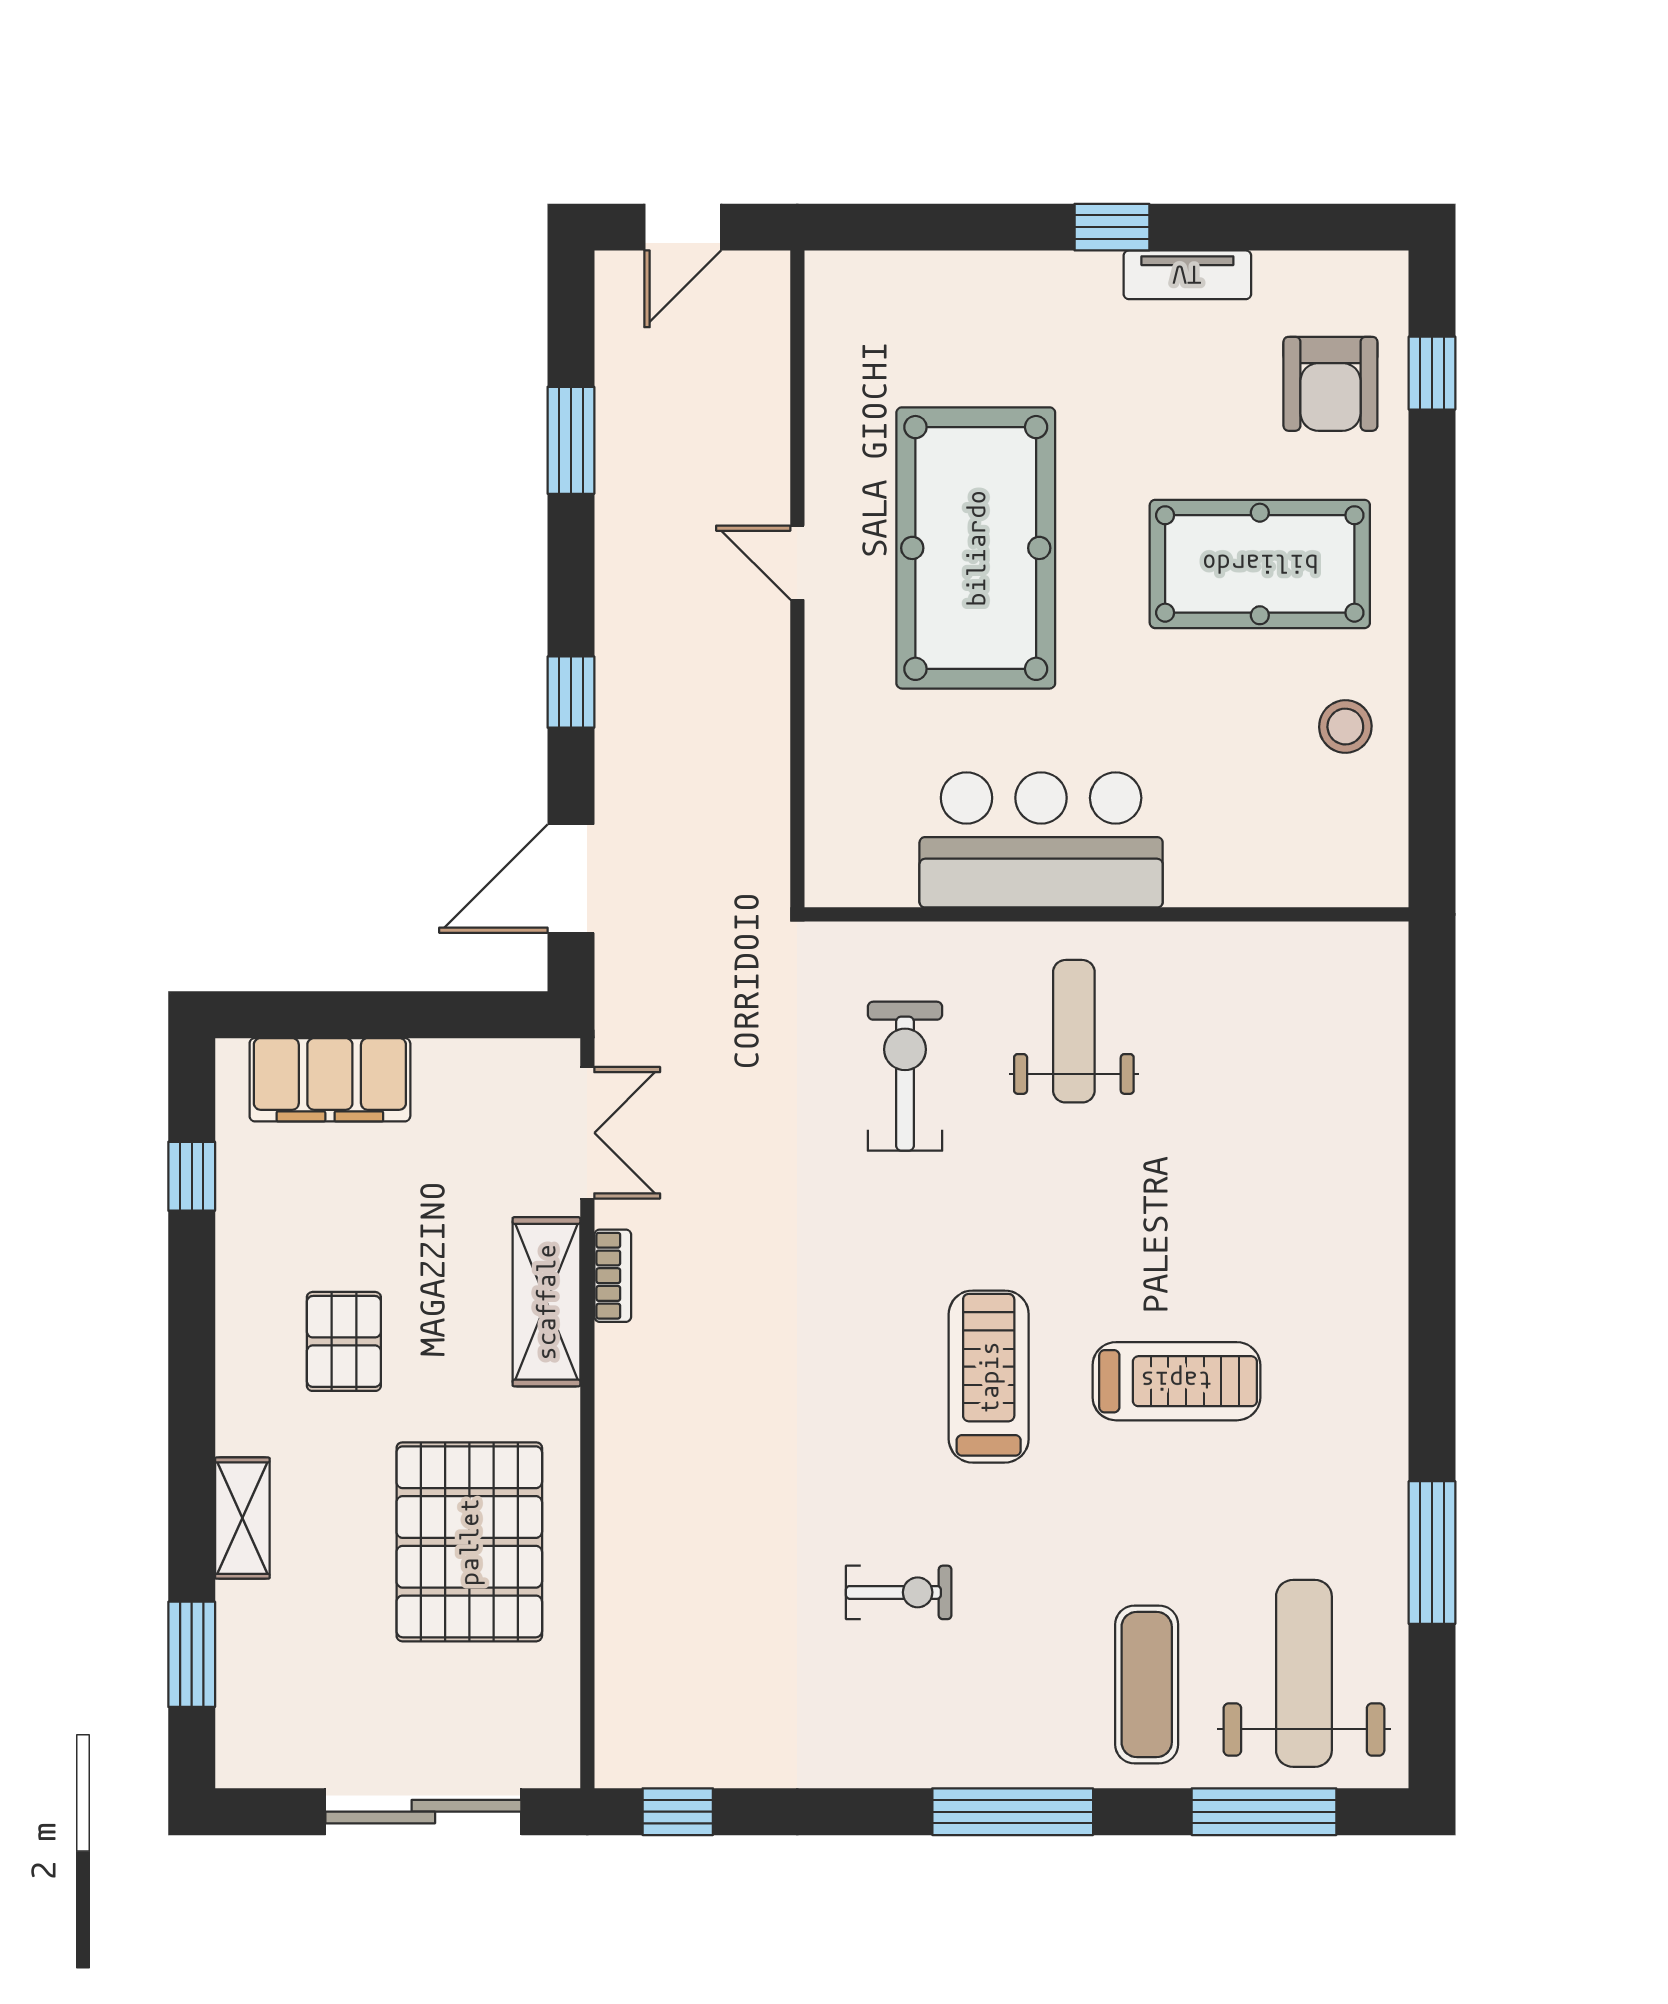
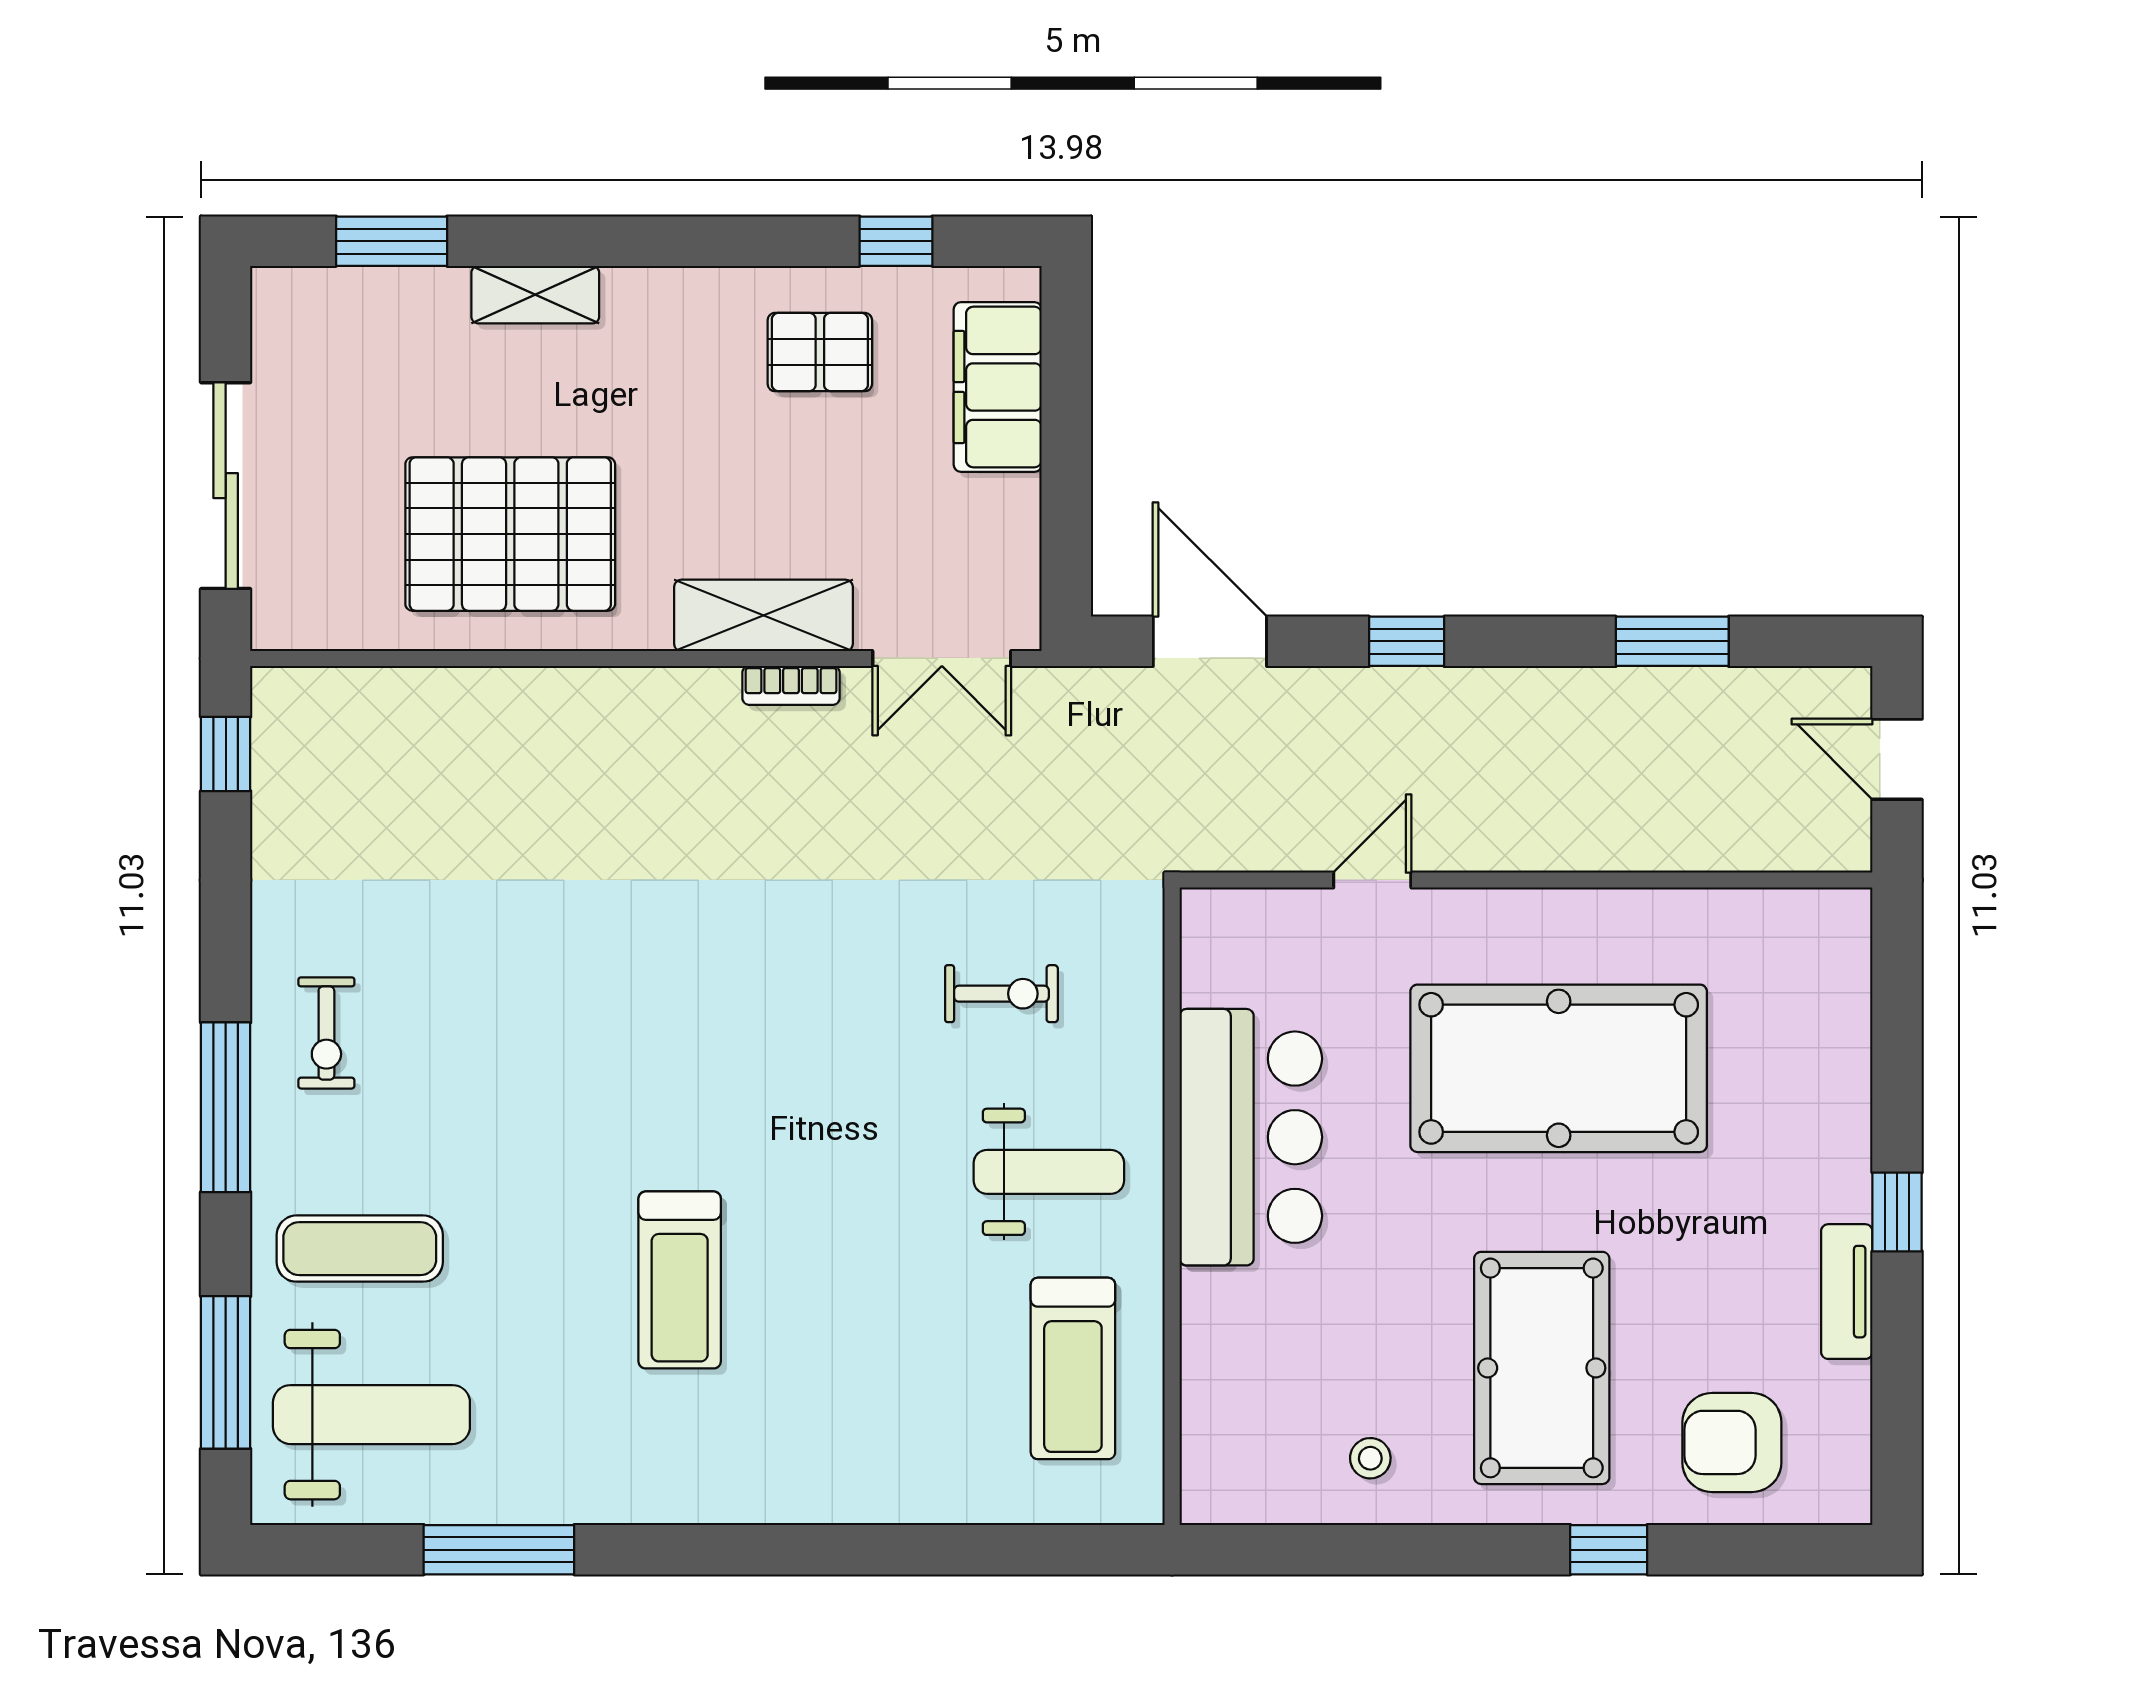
window: (1432, 373) -> (1609, 1550), moved
door: (797, 563) -> (1372, 880), moved
stool: (1345, 727) -> (1370, 1458), width x0.73, depth x0.73
exercise bike: (905, 1076) -> (1001, 994), width x0.73, depth x0.72
pallet: (344, 1341) -> (820, 352), moved
treadmill: (989, 1377) -> (1073, 1368), moved, turned 90
exercise bike: (899, 1592) -> (326, 1033), moved

